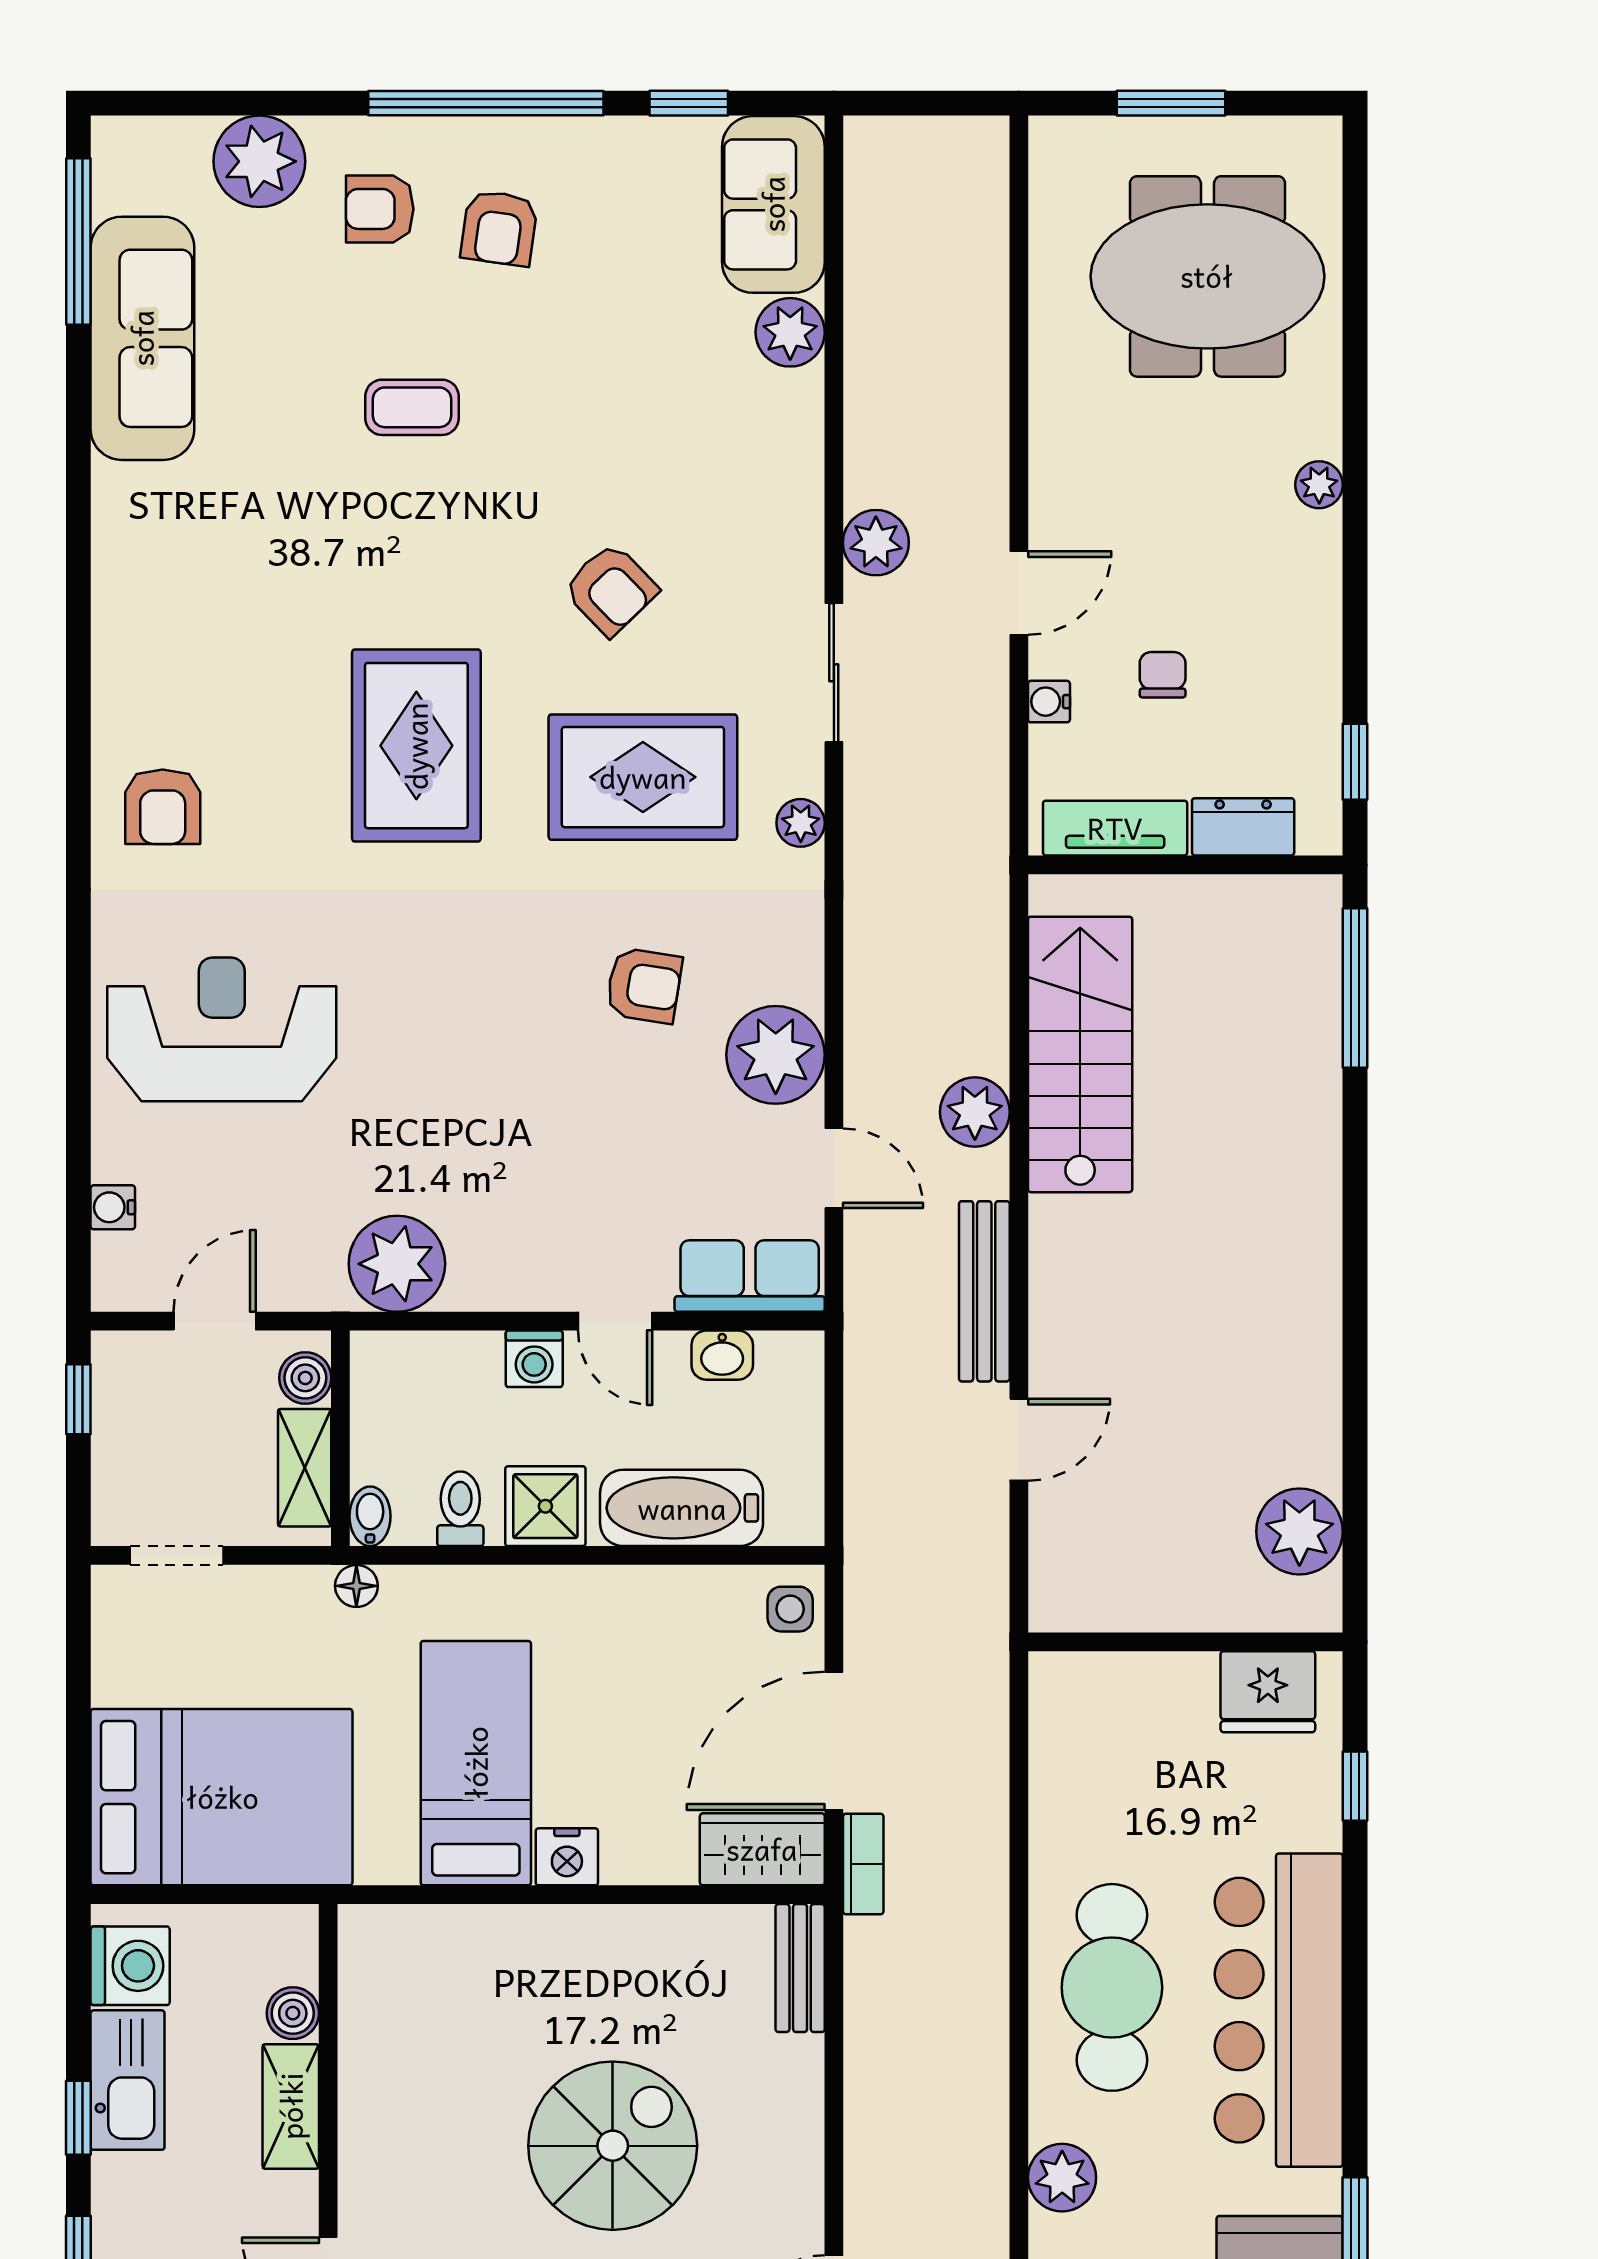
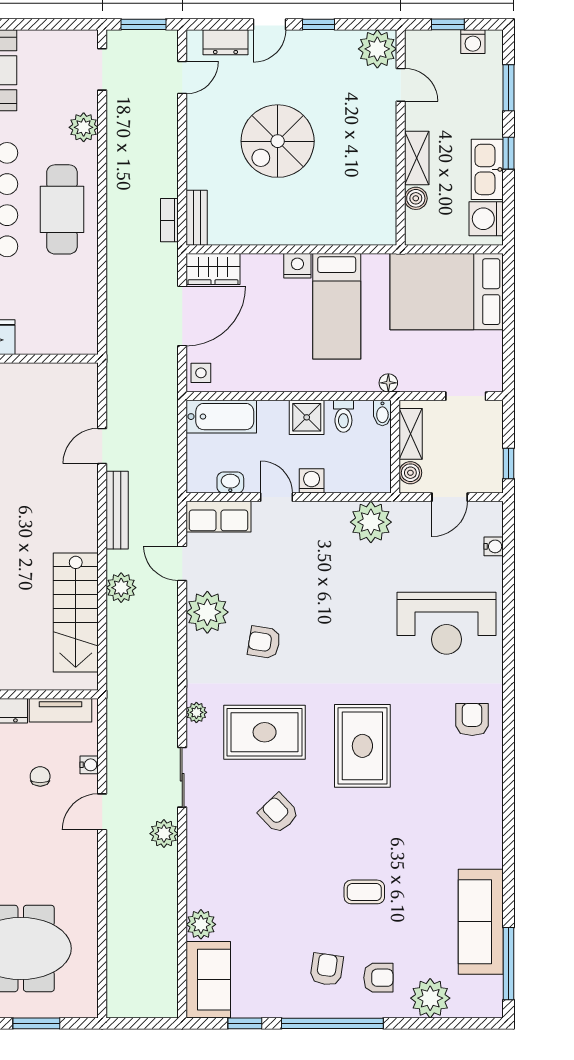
chair: (1163, 675) -> (40, 776), turned 180
bathtub: (682, 1508) -> (221, 417), moved
bookcase: (863, 1864) -> (169, 220), moved

